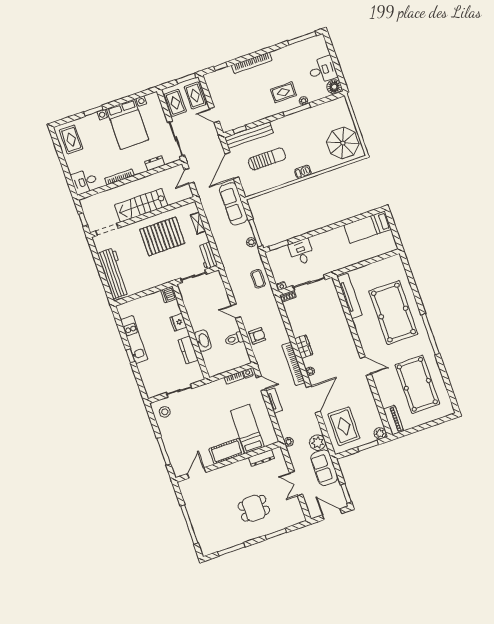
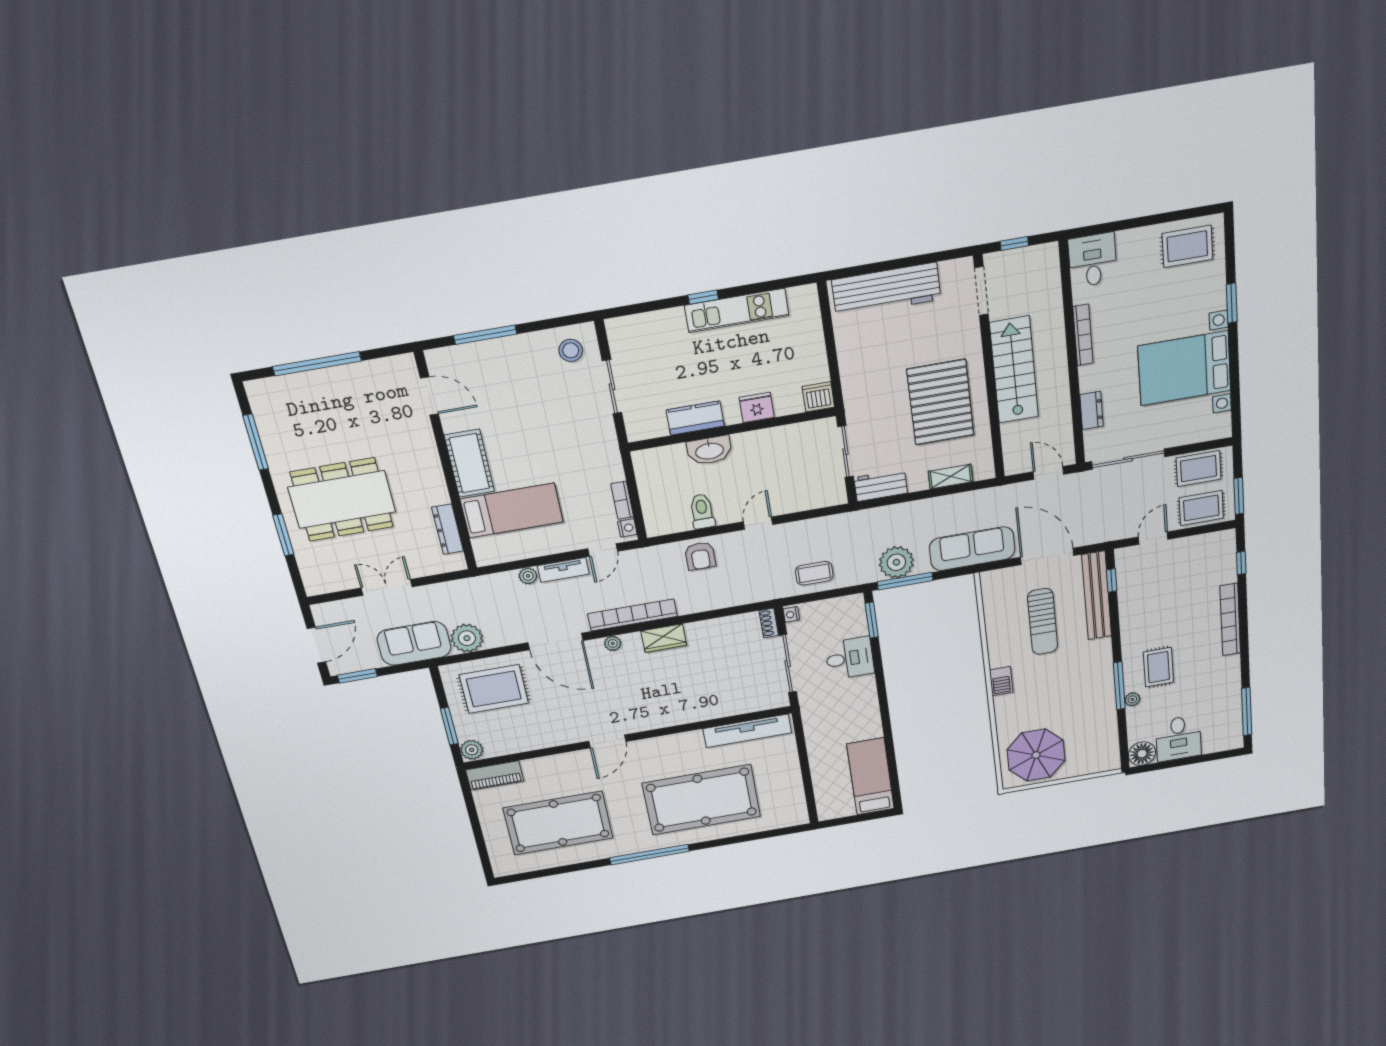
plant: (251, 242) -> (896, 562), width x1.87, depth x1.87
plant: (289, 442) -> (528, 576), moved
dining table: (254, 508) -> (342, 500), width x1.88, depth x1.24

